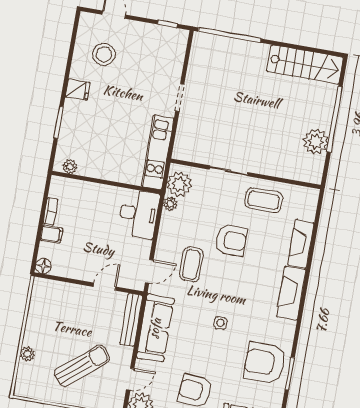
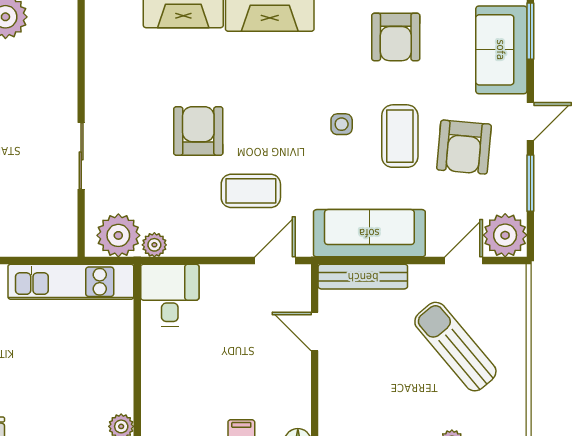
coffee table: (264, 200) -> (400, 136), moved
desk: (139, 214) -> (170, 295), width x0.73
door: (149, 271) -> (275, 260), hinge flipped
armchair: (265, 363) -> (396, 37), width x0.73, depth x0.73
door: (130, 379) -> (464, 260), hinge flipped

